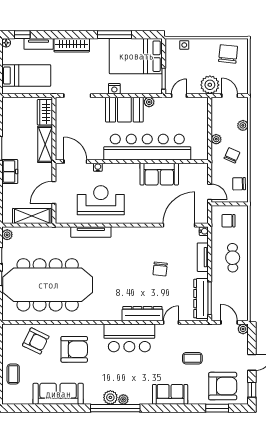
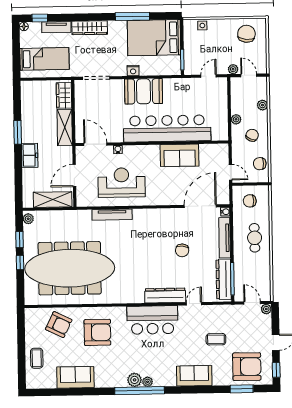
plant: (210, 85) -> (233, 69), width x0.53, depth x0.53
door: (179, 96) -> (209, 76), moved
plant: (149, 102) -> (168, 83), removed
tv unit: (203, 257) -> (225, 238), width x1.41
sofa: (58, 394) -> (75, 377), width x0.73

